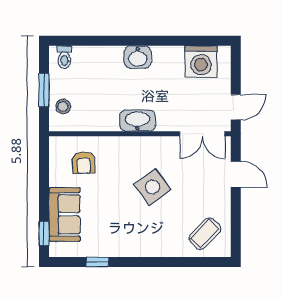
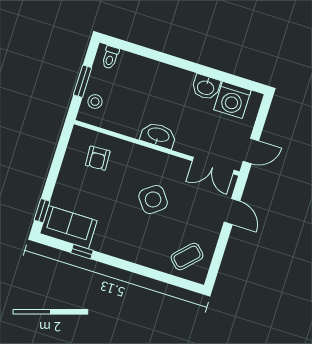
washbasin: (138, 57) -> (206, 87), moved
sofa: (65, 214) -> (68, 227), moved, turned -90

